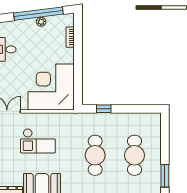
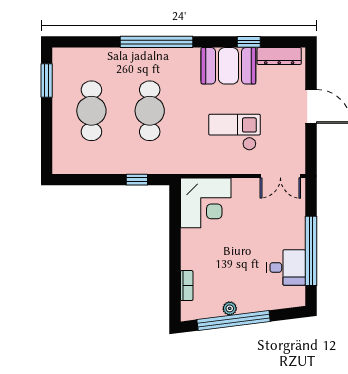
corner desk: (51, 87) -> (206, 203), width x0.74, depth x0.74

